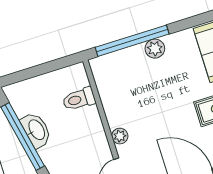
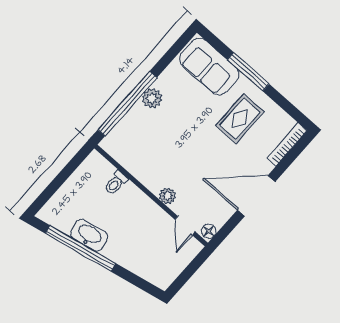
toilet: (79, 99) -> (116, 183), width x0.73, depth x0.72

